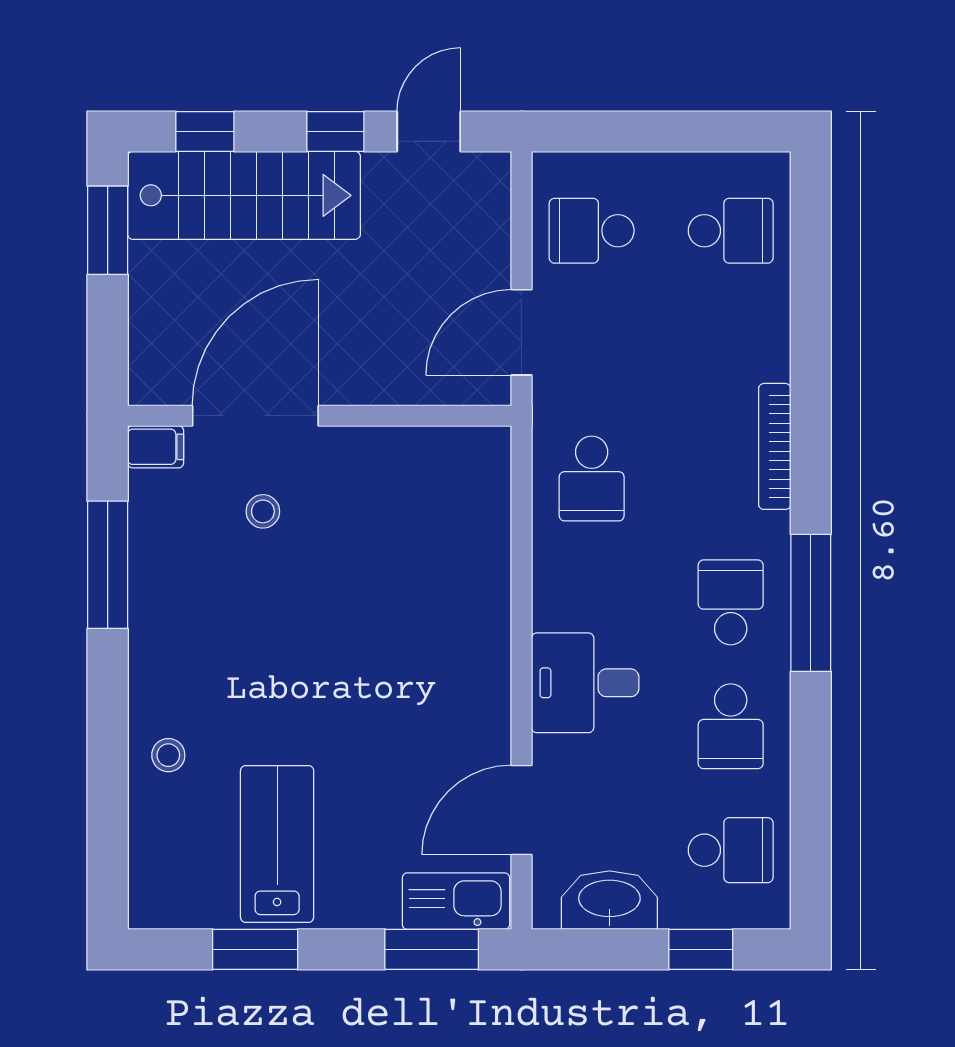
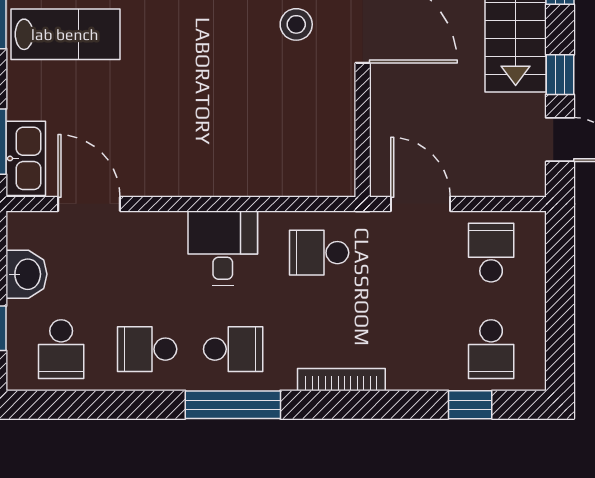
window: (811, 261) -> (470, 405), added
stool: (263, 511) -> (296, 24), width x1.37, depth x1.37
desk: (585, 683) -> (223, 248), moved
washbasin: (609, 900) -> (26, 274), width x0.72

